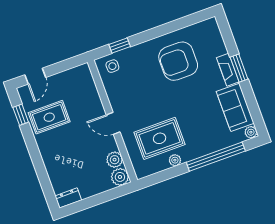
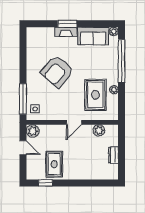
window: (120, 46) -> (23, 99), width x2.17
armchair: (178, 61) -> (57, 71), moved, turned 41
door: (35, 76) -> (23, 148), moved
plant: (120, 177) -> (33, 131), moved
dresser: (68, 198) -> (113, 155), moved

